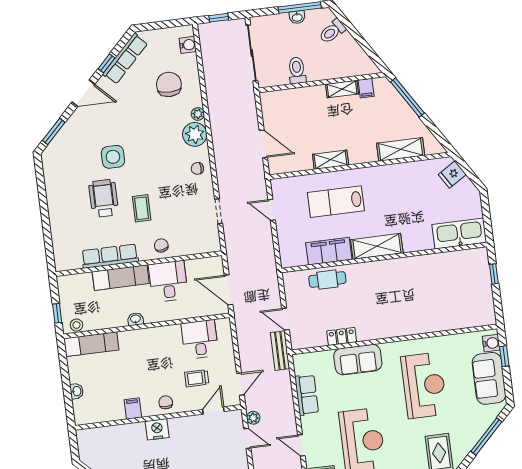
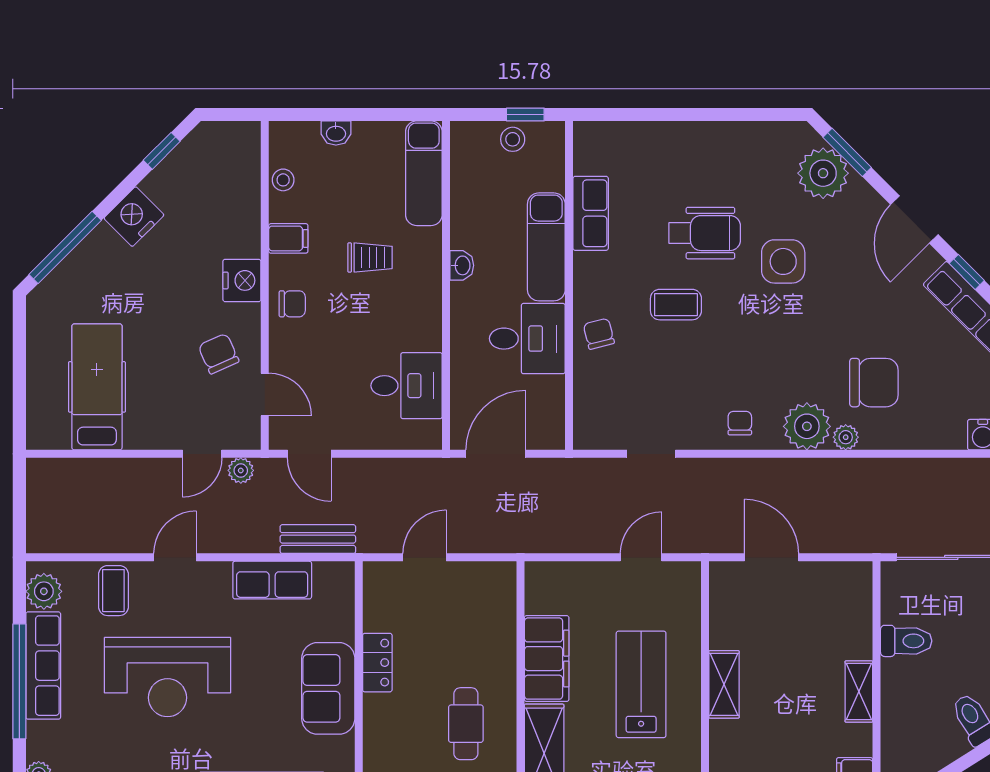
chair: (169, 84) -> (874, 383), moved
shelving: (342, 89) -> (859, 692), moved
plant: (66, 142) -> (823, 173), added
door: (263, 144) -> (771, 557), swing flipped
chair: (161, 245) -> (599, 334), turned -94
row of seats: (110, 256) -> (591, 213), width x0.68
cafe table: (327, 280) -> (466, 724), moved
window: (57, 313) -> (525, 115), moved
stool: (76, 325) -> (513, 139), moved
bench: (280, 351) -> (318, 539), moved
trolley: (197, 378) -> (370, 257), moved, turned 90
stool: (104, 415) -> (283, 180), added
chair: (196, 436) -> (219, 354), added

